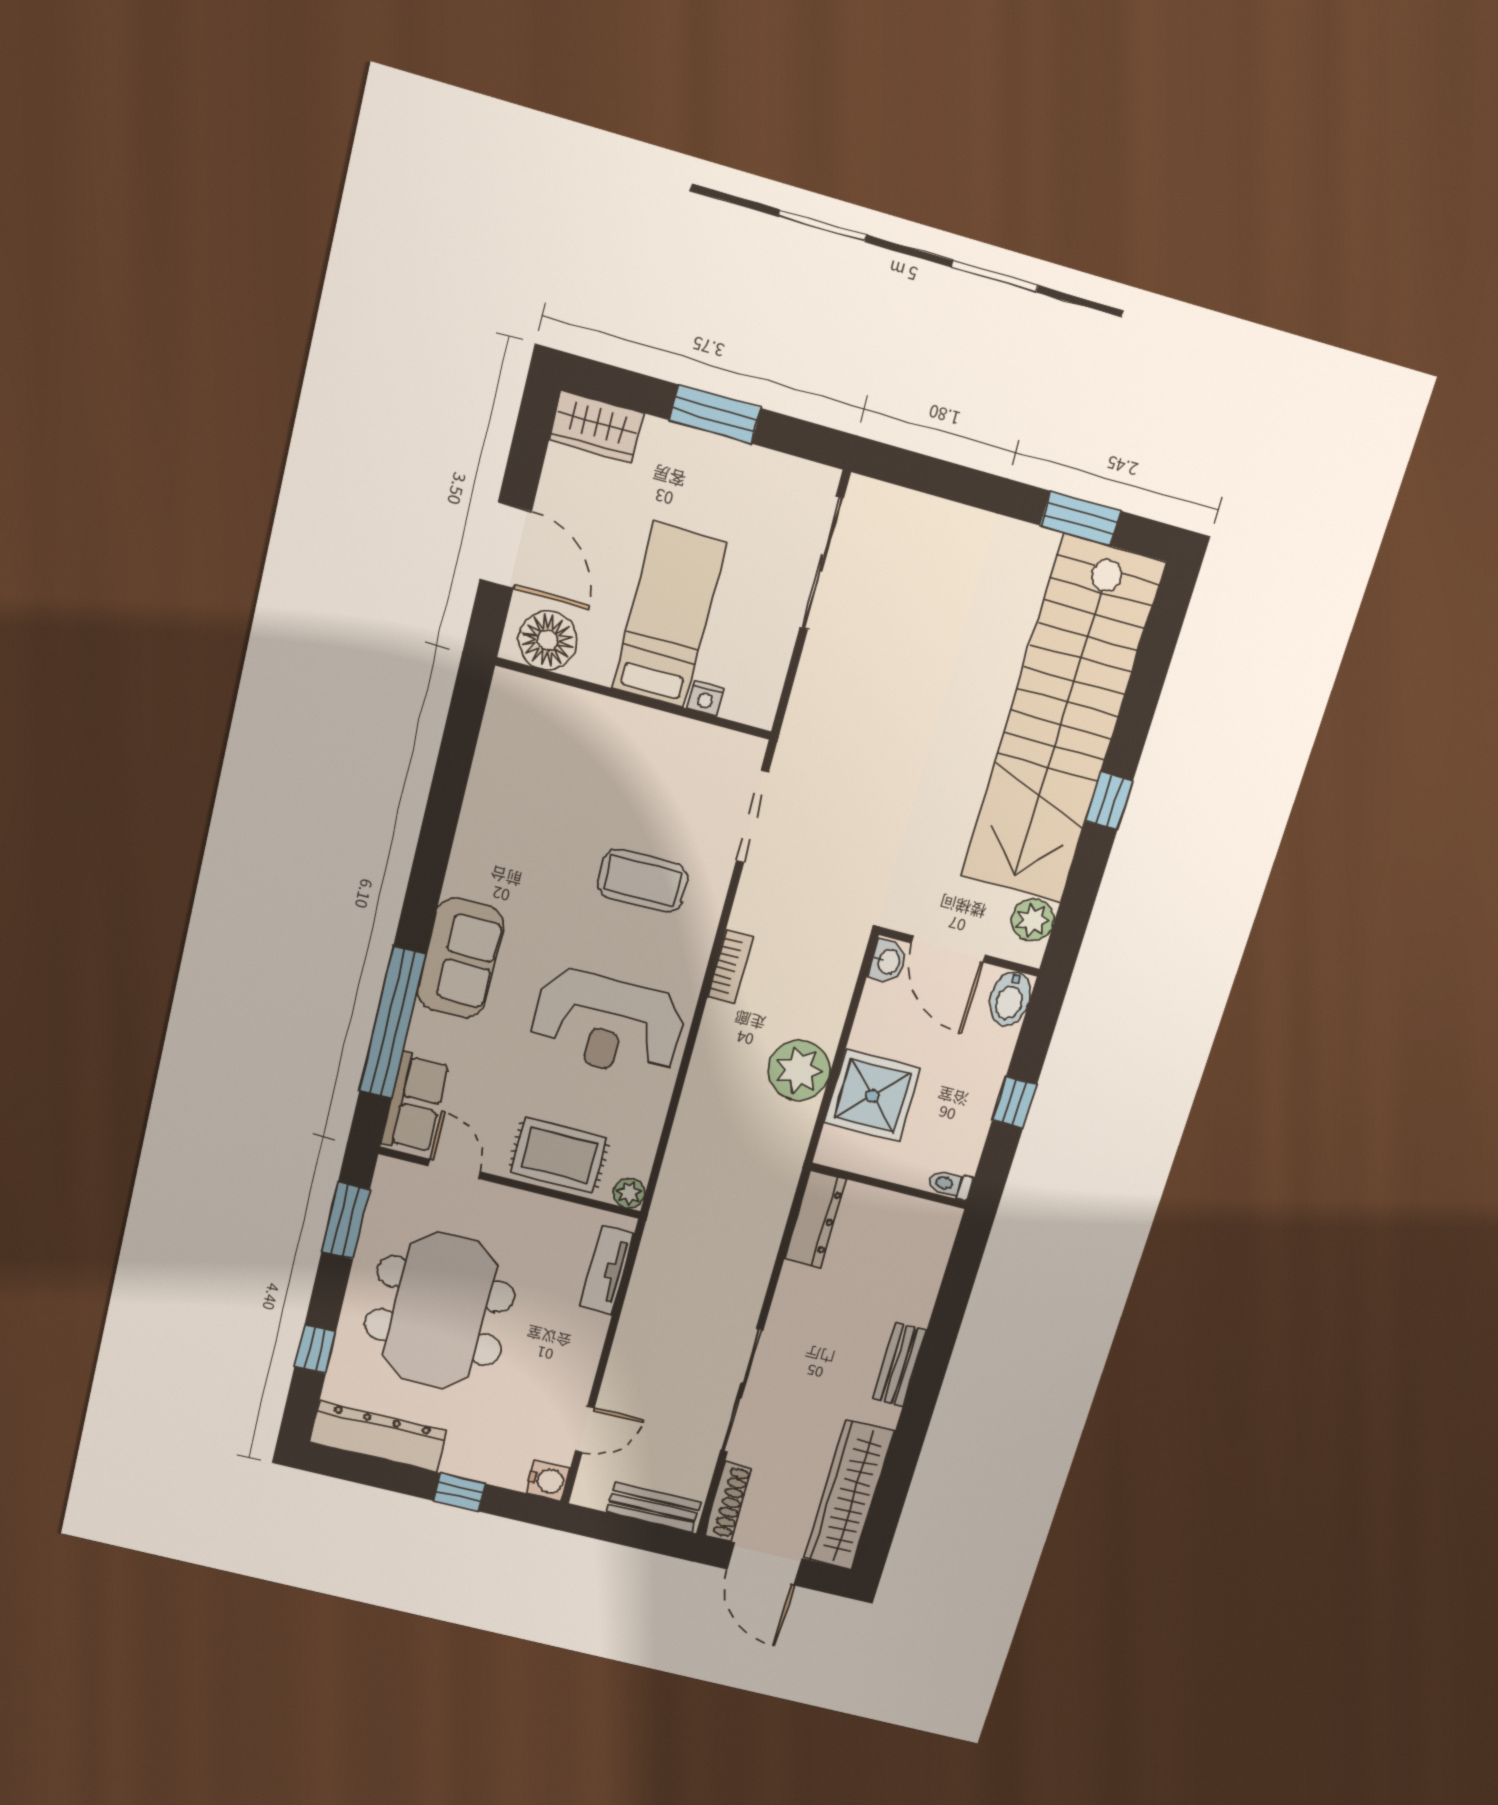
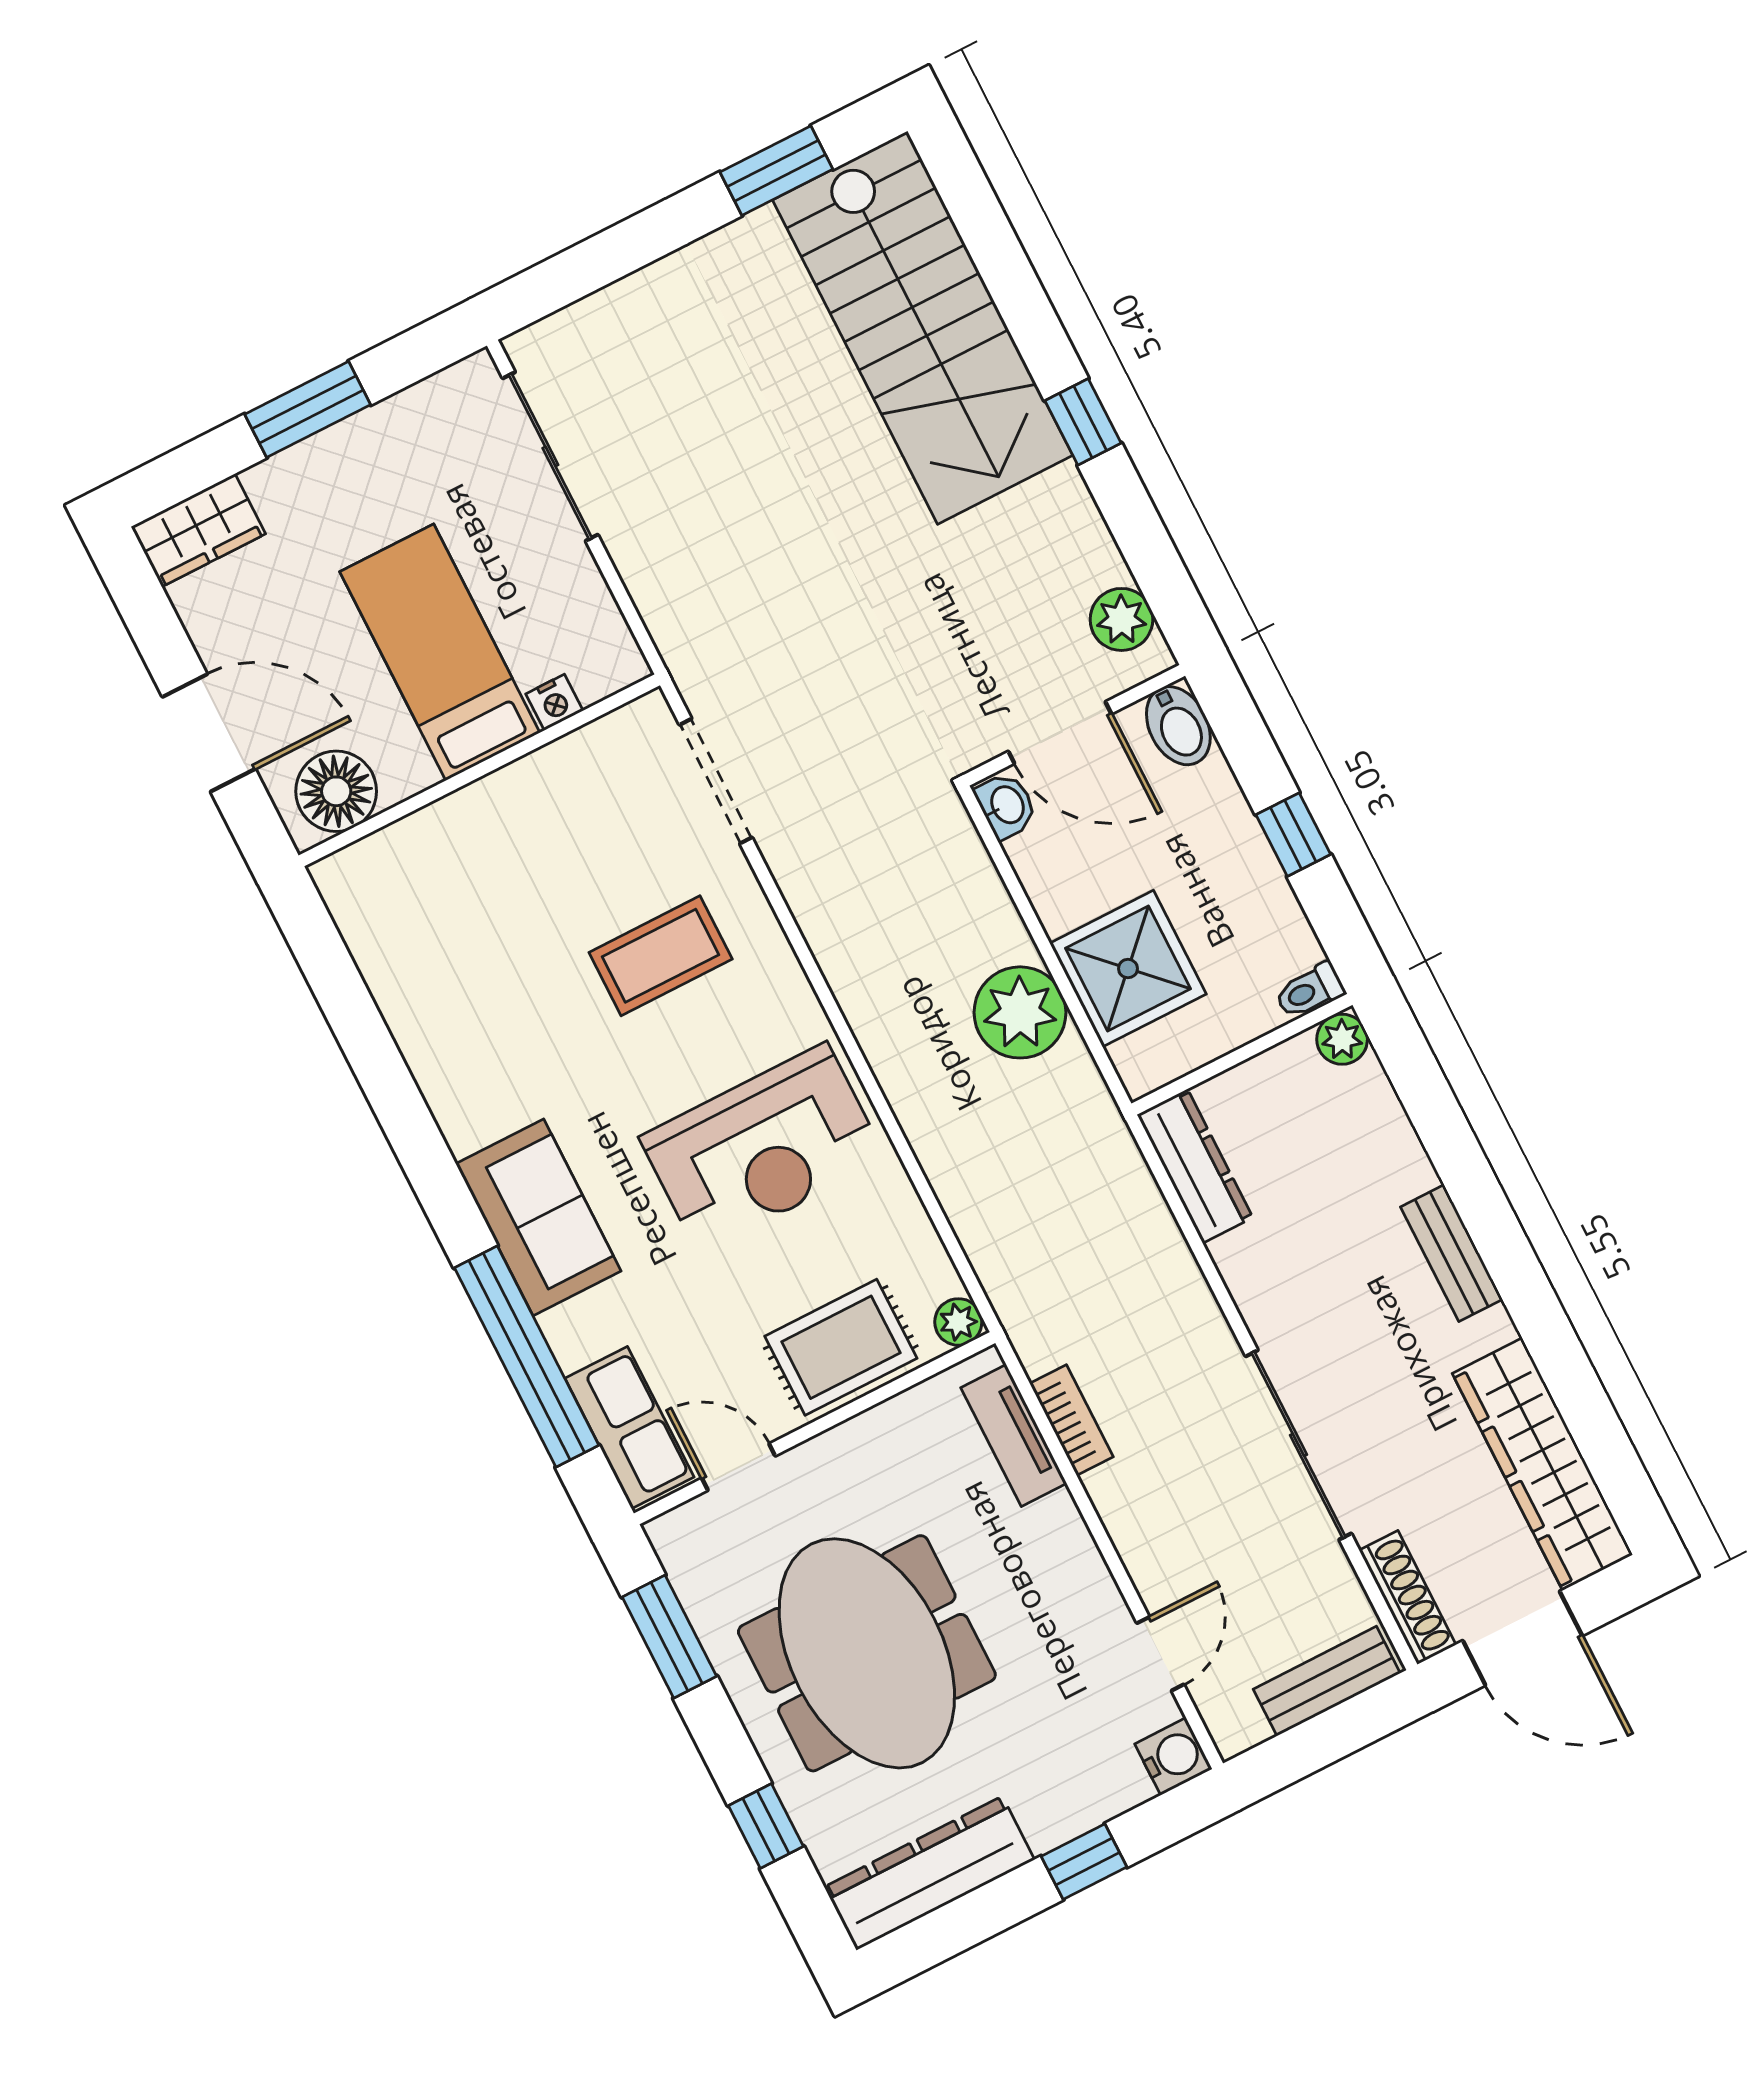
stairs: (1062, 721) -> (923, 328), width x0.73
bookcase: (730, 967) -> (1071, 1420), moved
plant: (944, 1221) -> (1342, 1039), added

